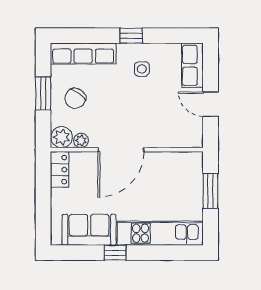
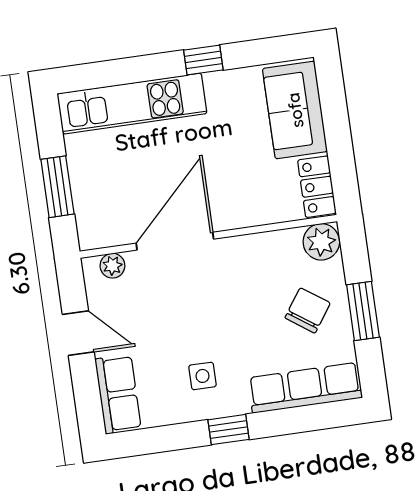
plant: (81, 141) -> (112, 266), moved
door: (121, 150) -> (175, 241), moved
sofa: (89, 230) -> (295, 110), moved, turned 90

